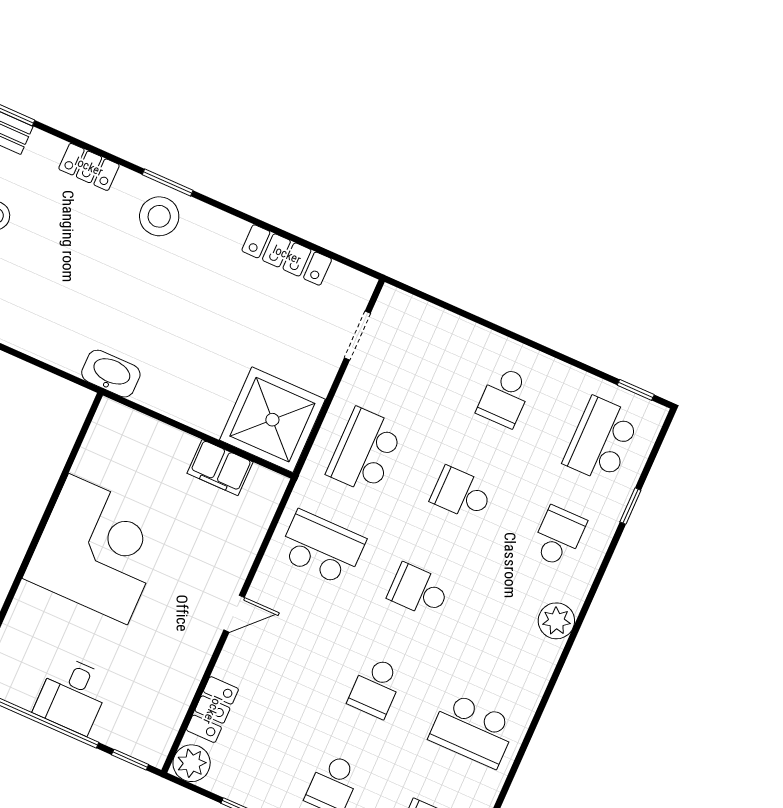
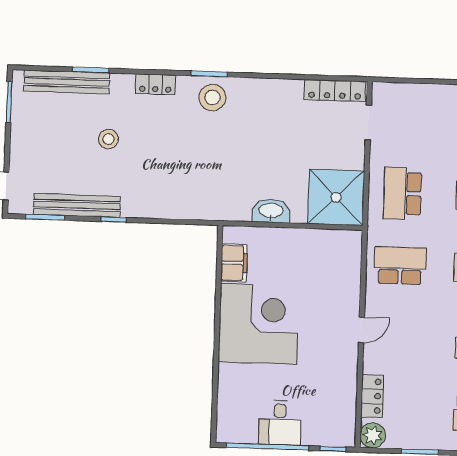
locker: (287, 255) -> (335, 90), moved
washbasin: (111, 374) -> (271, 211), moved
filing cabinet: (220, 468) -> (234, 263), moved, turned -90

